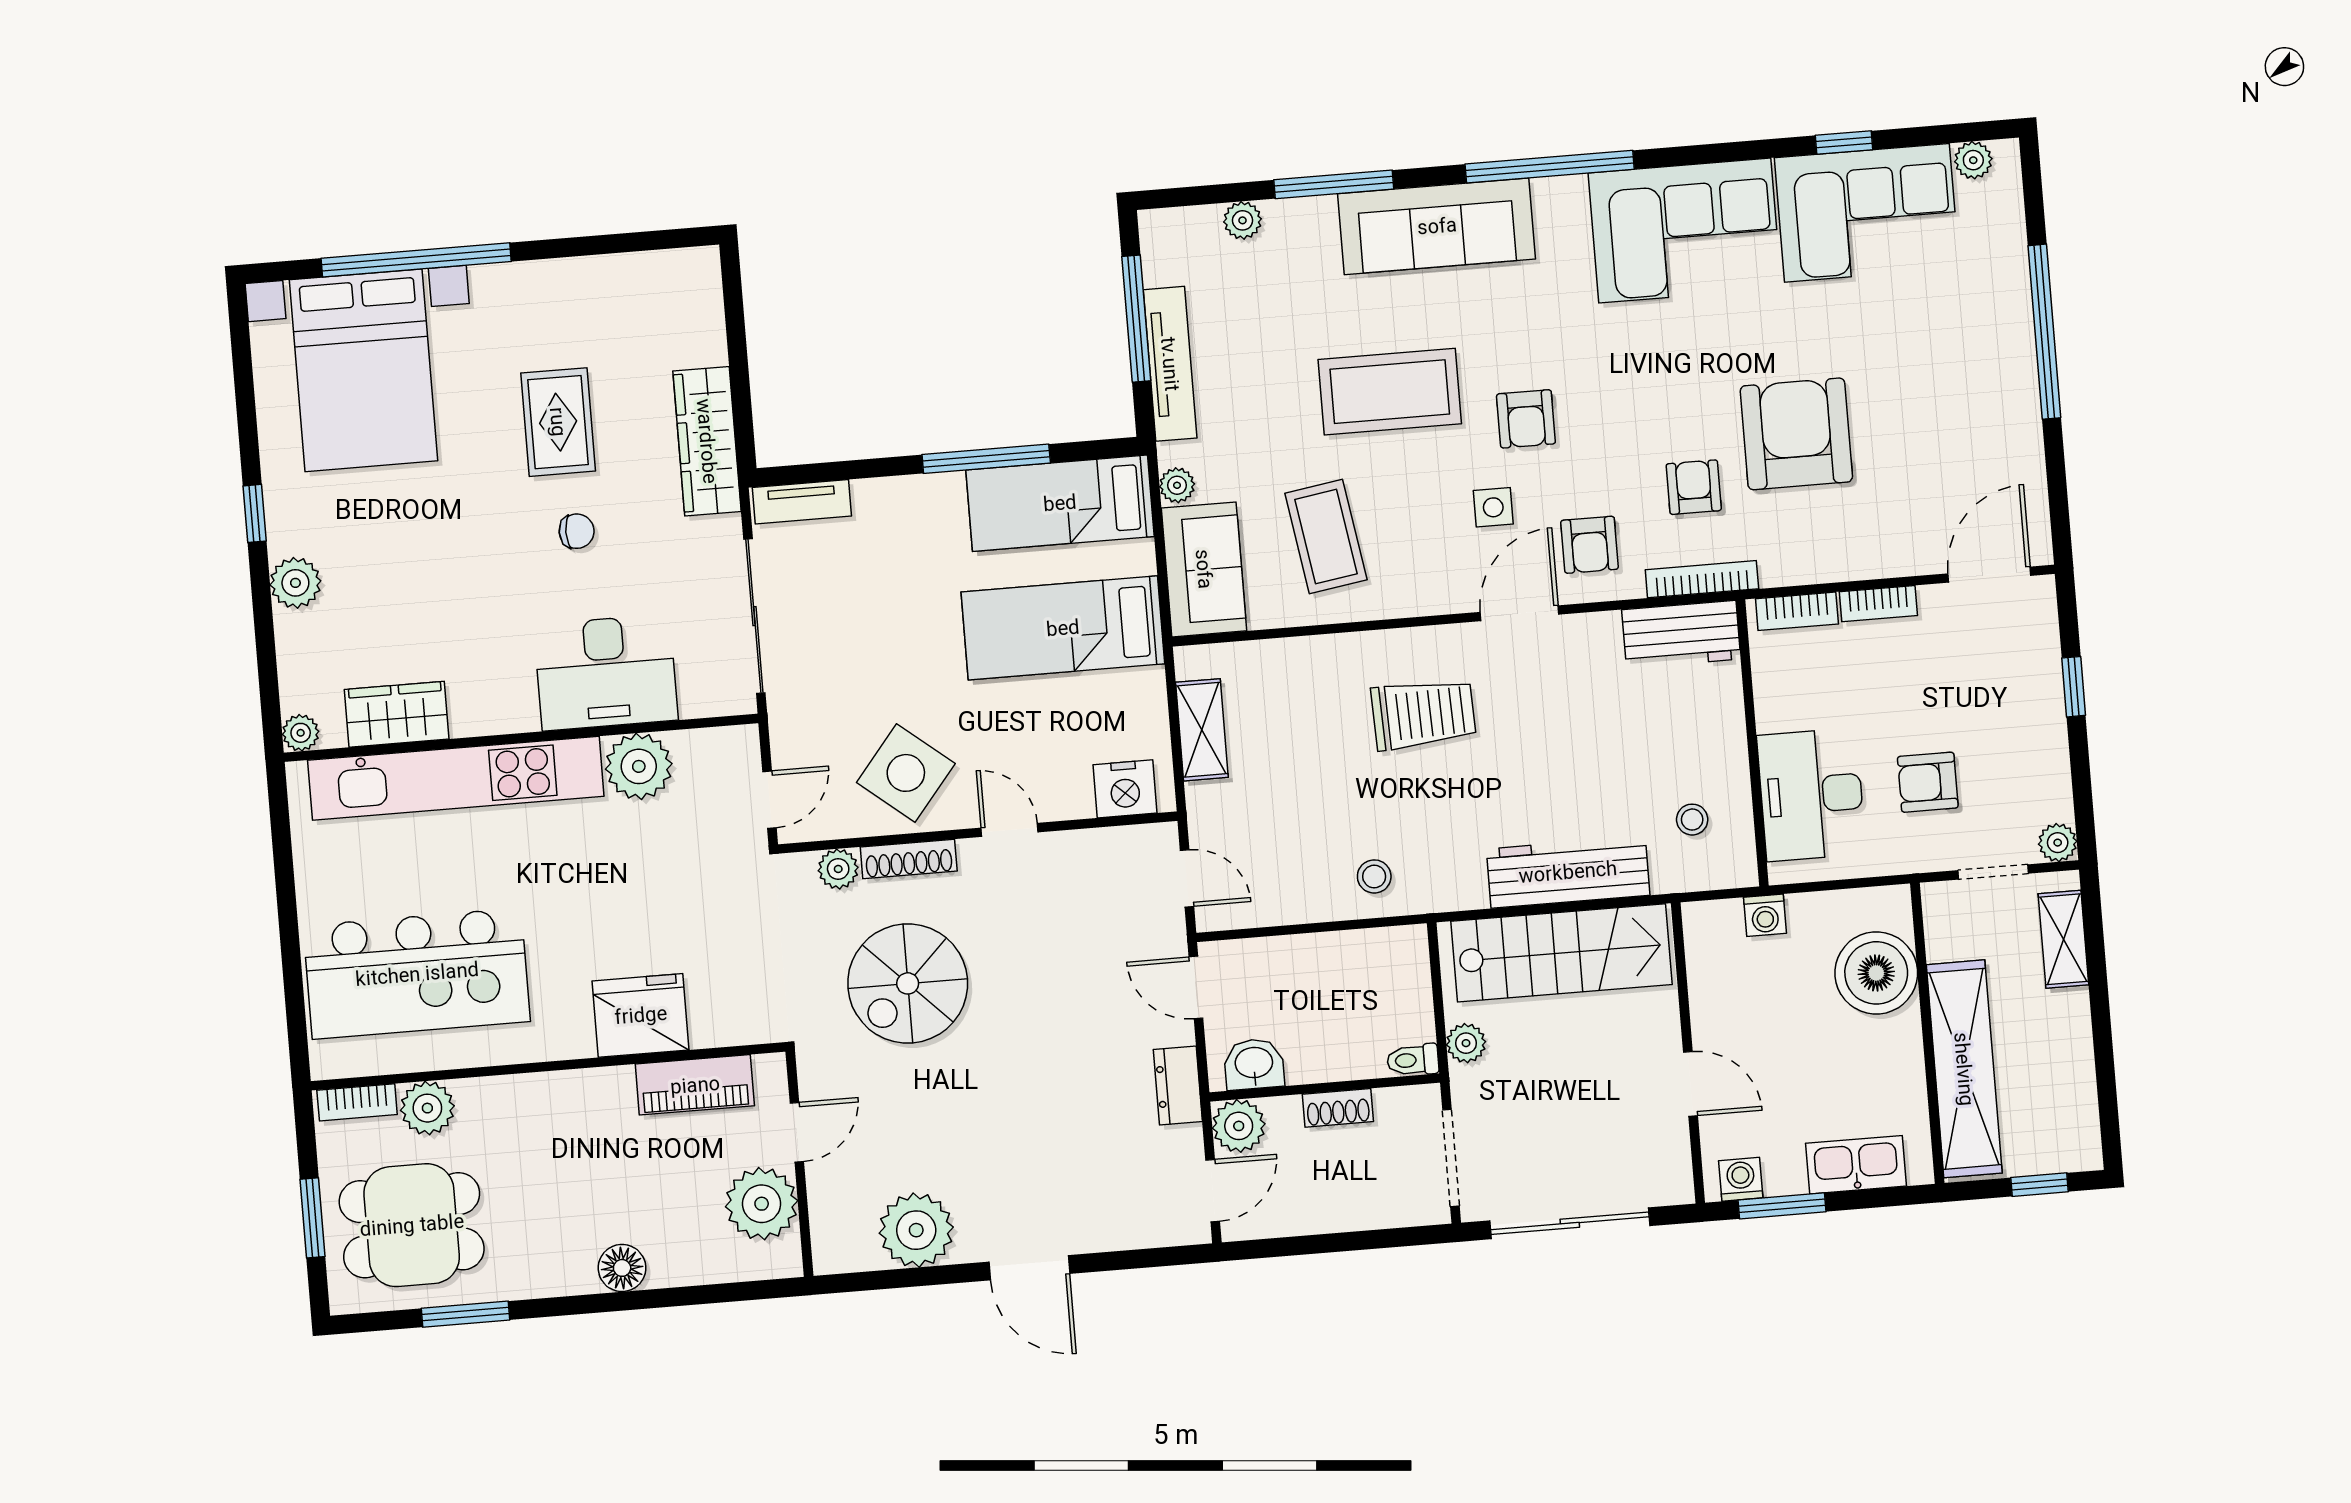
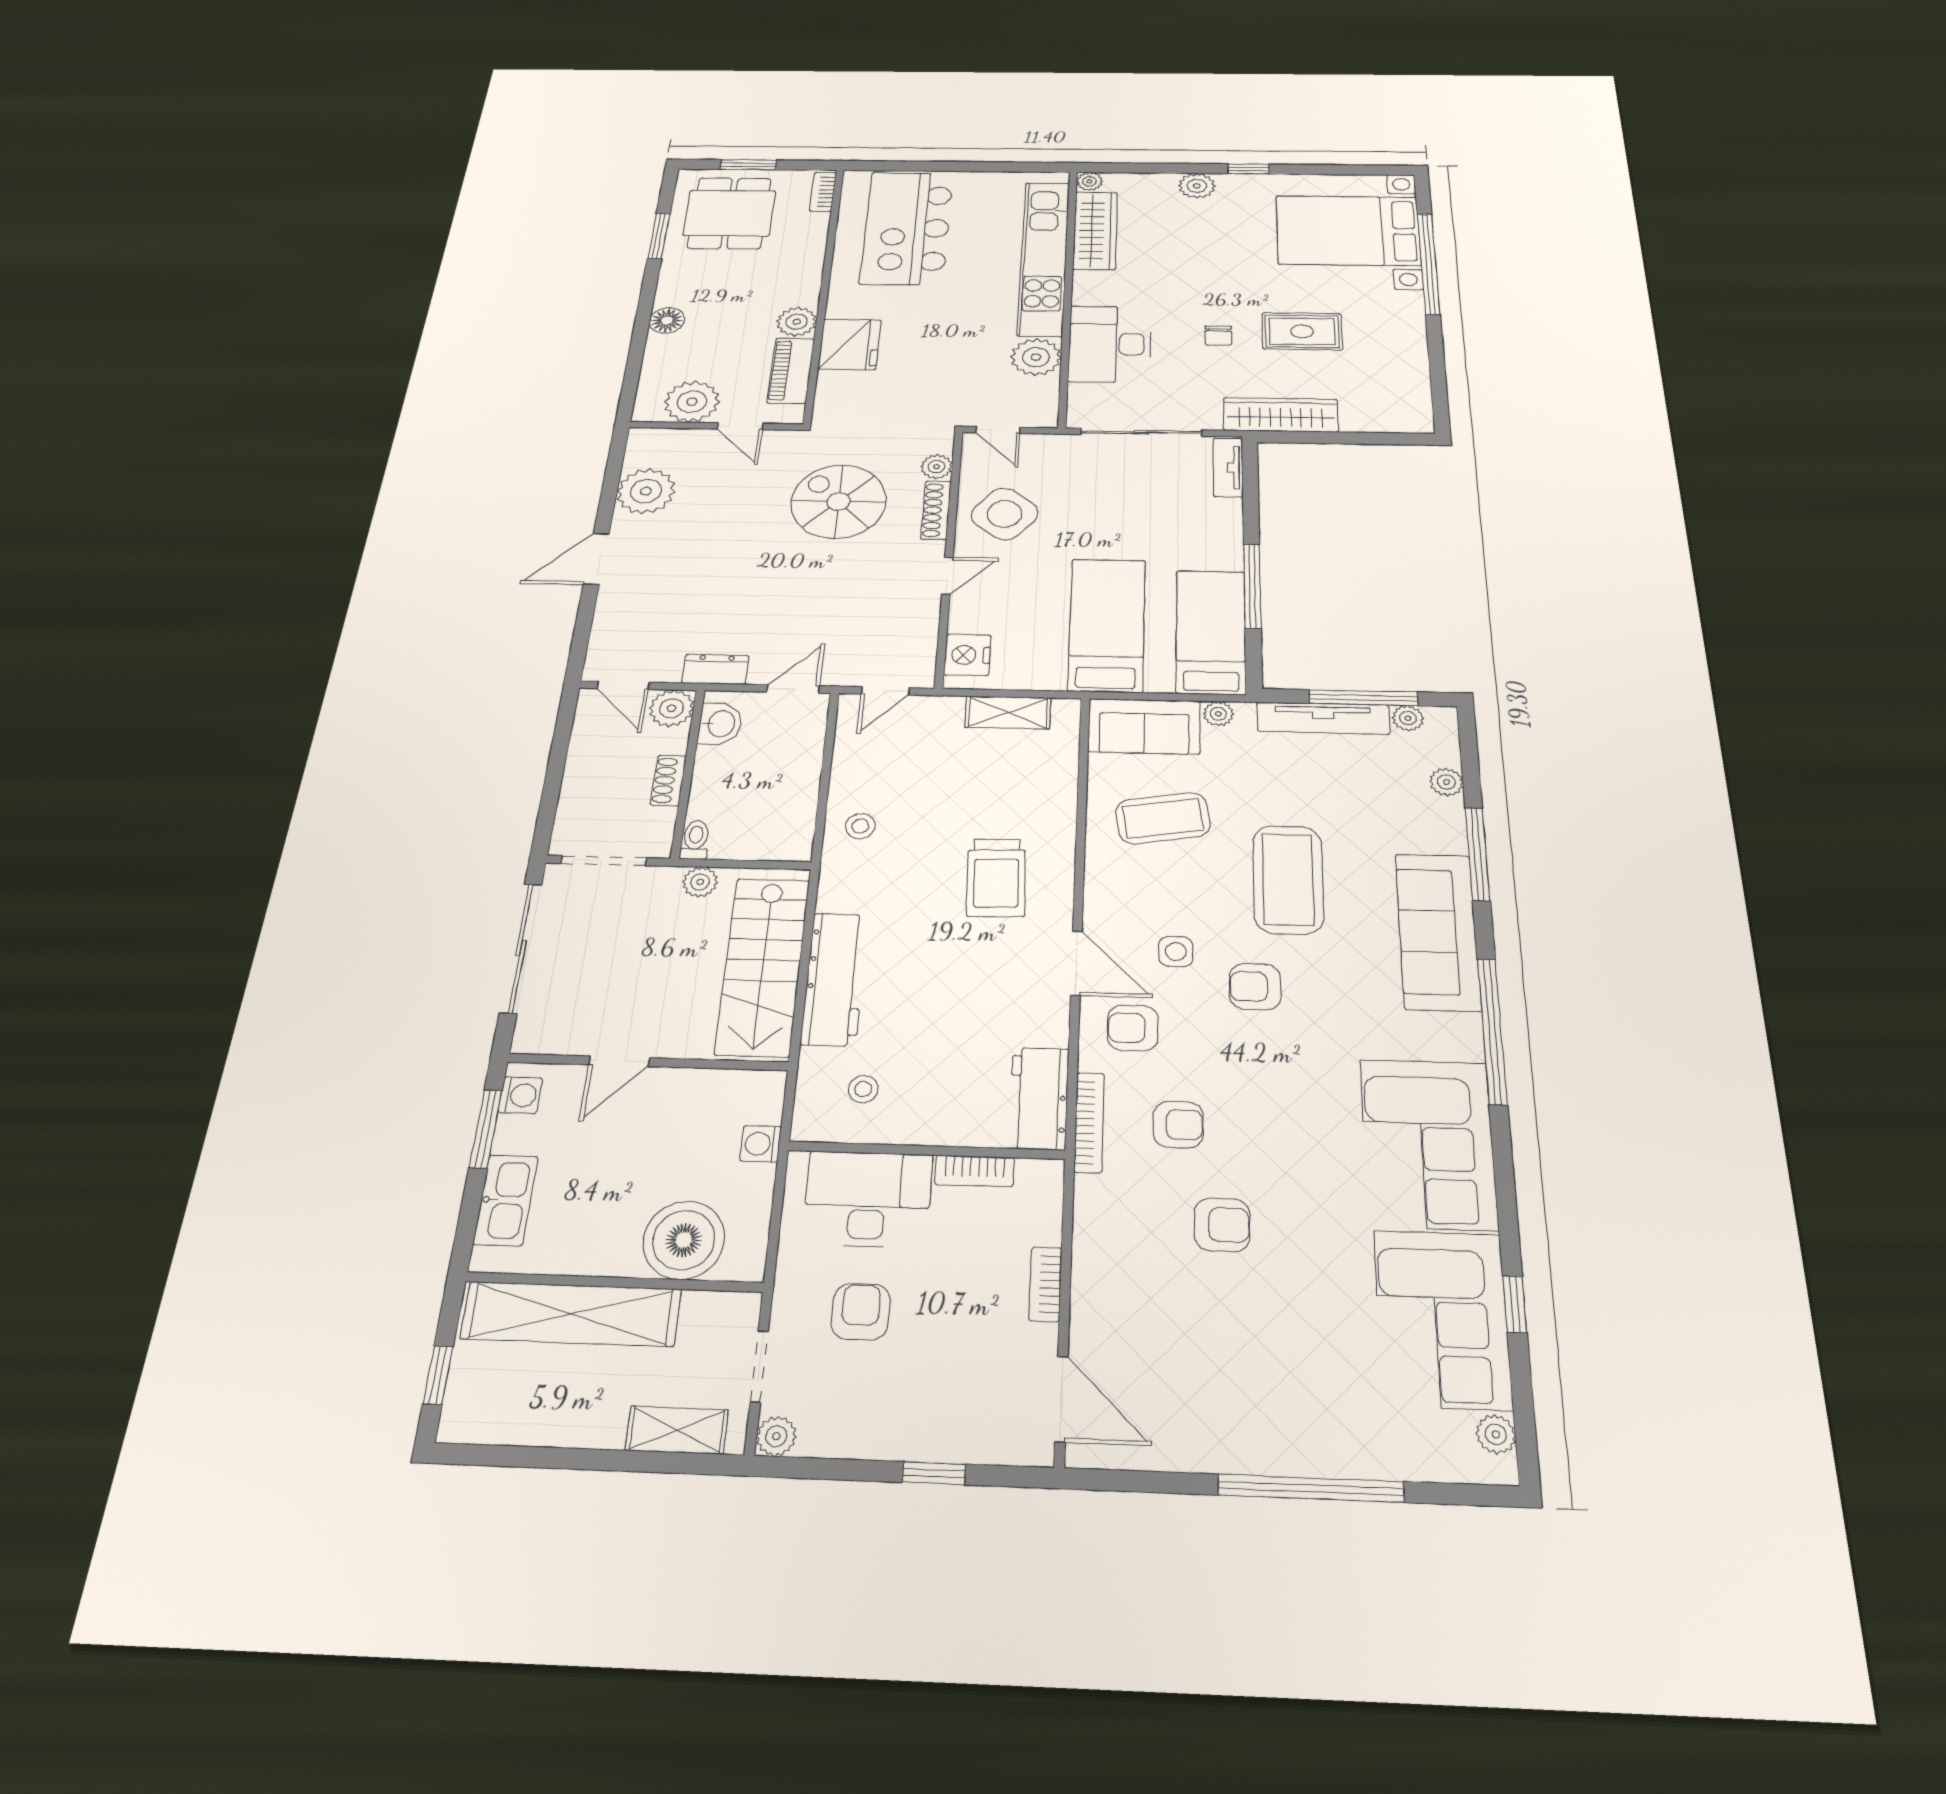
plant: (1160, 266) -> (1408, 718), added
armchair: (1796, 434) -> (1222, 1225), width x0.53, depth x0.53
bookcase: (1797, 611) -> (974, 1171), moved, turned -90
wardrobe: (397, 714) -> (1095, 230), width x1.50
plant: (427, 1108) -> (797, 322), moved

